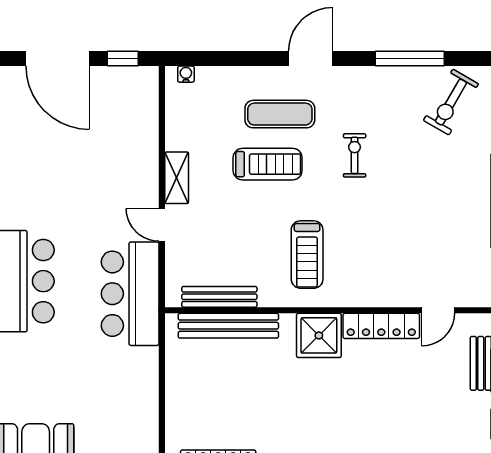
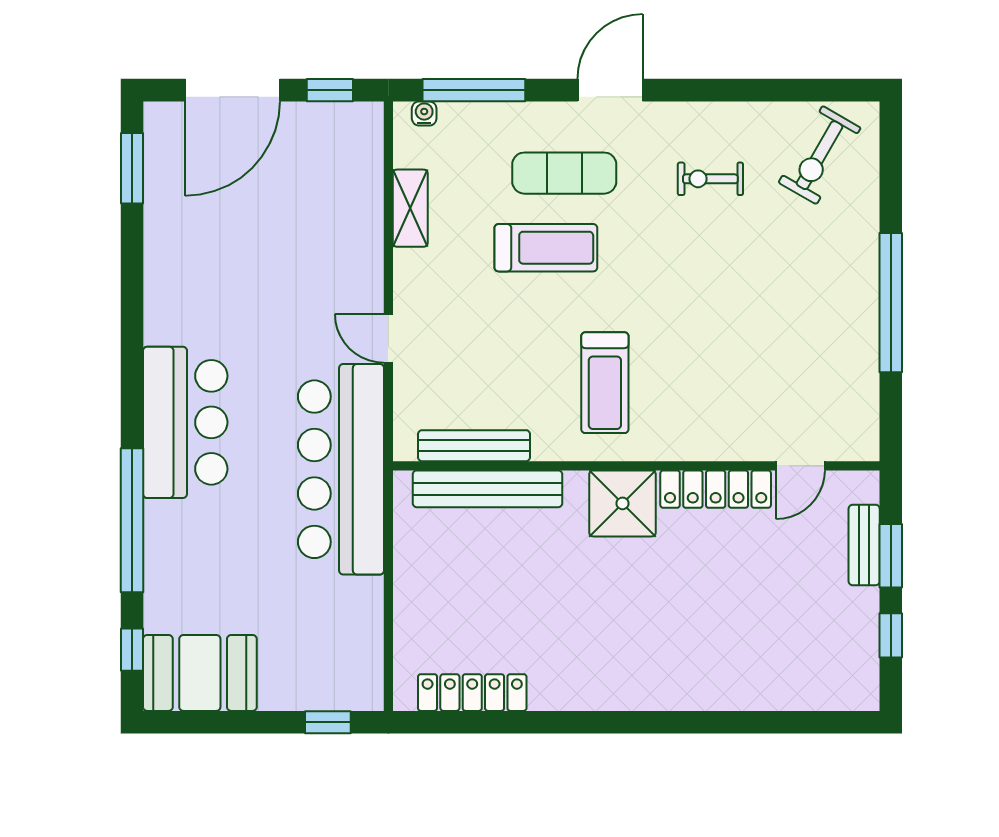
door: (58, 59) -> (232, 90), hinge flipped
window: (410, 59) -> (474, 90), moved
exercise bike: (355, 155) -> (710, 179), moved, turned -90
shelving: (177, 178) -> (410, 208), moved
bar counter: (130, 294) -> (341, 469), width x1.36

